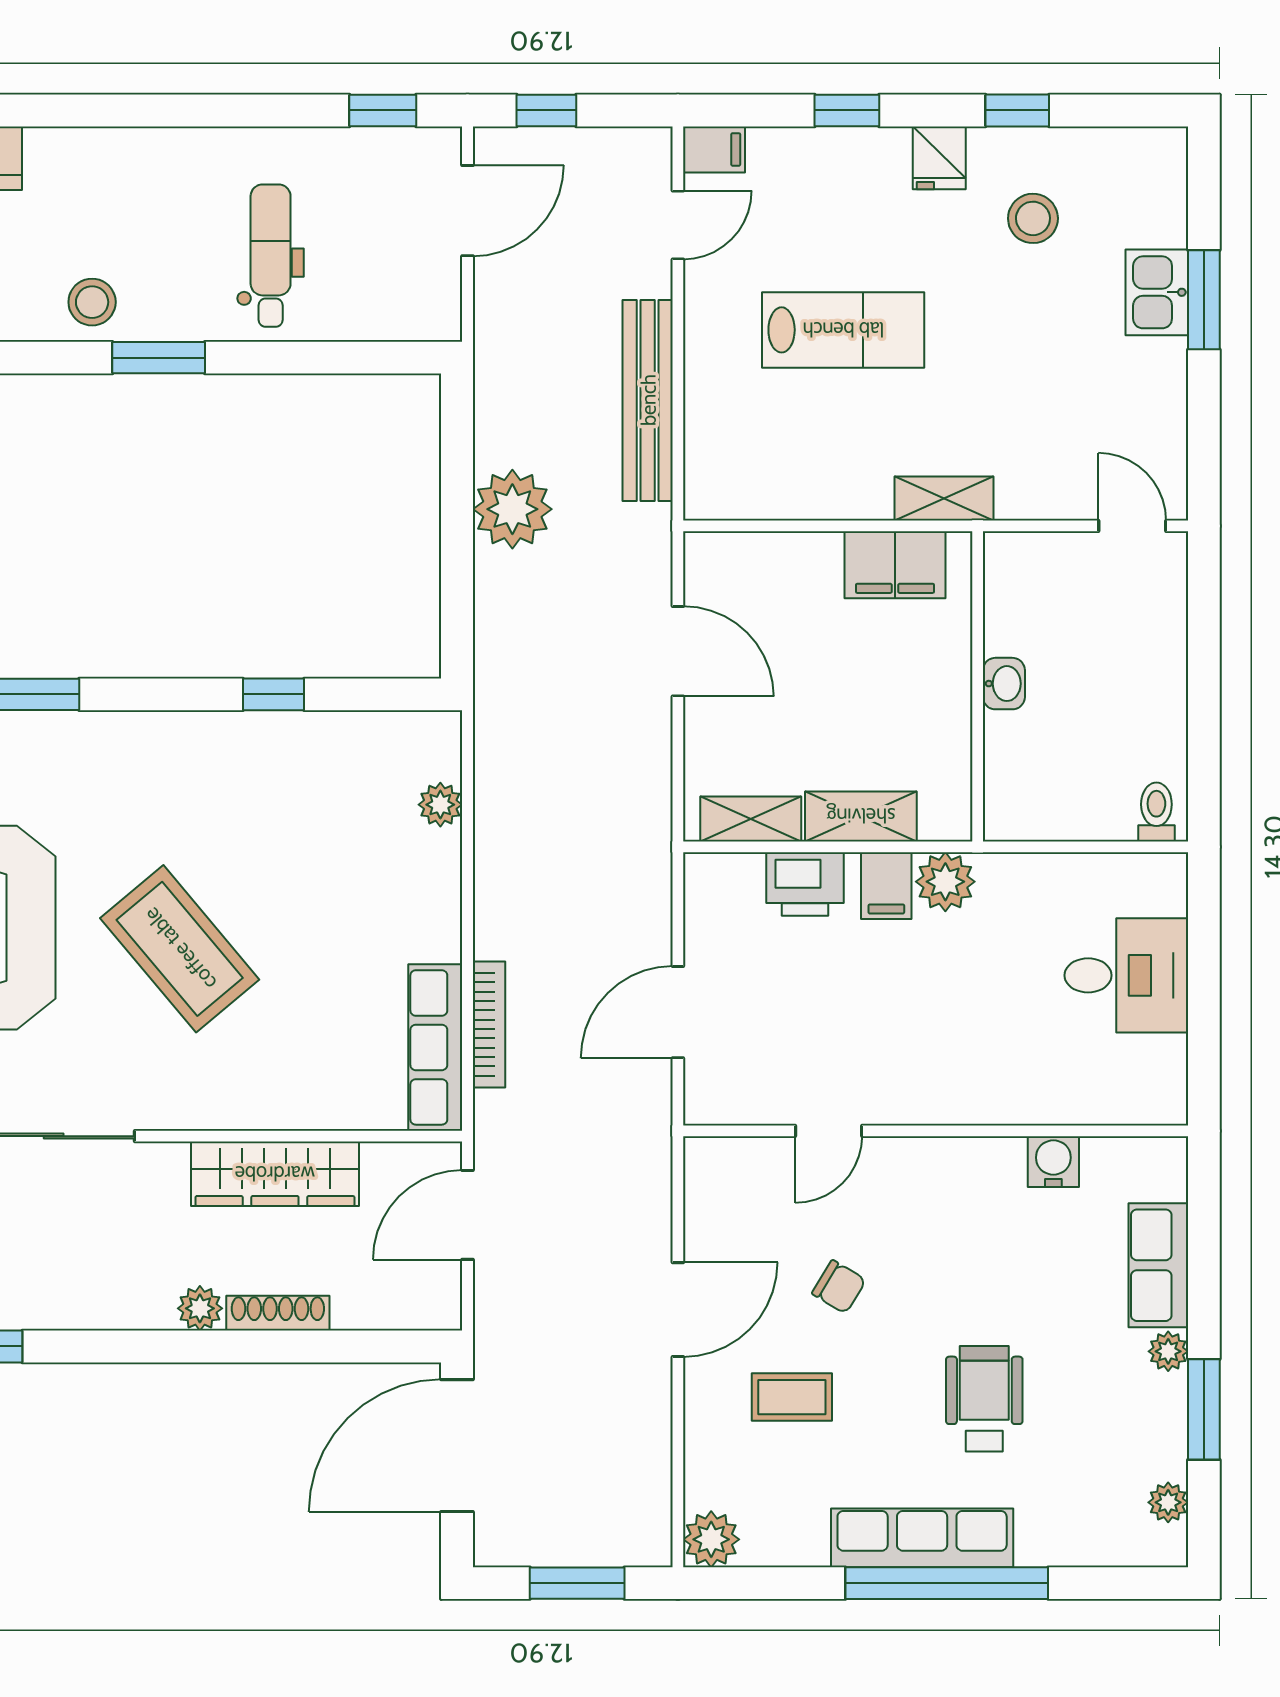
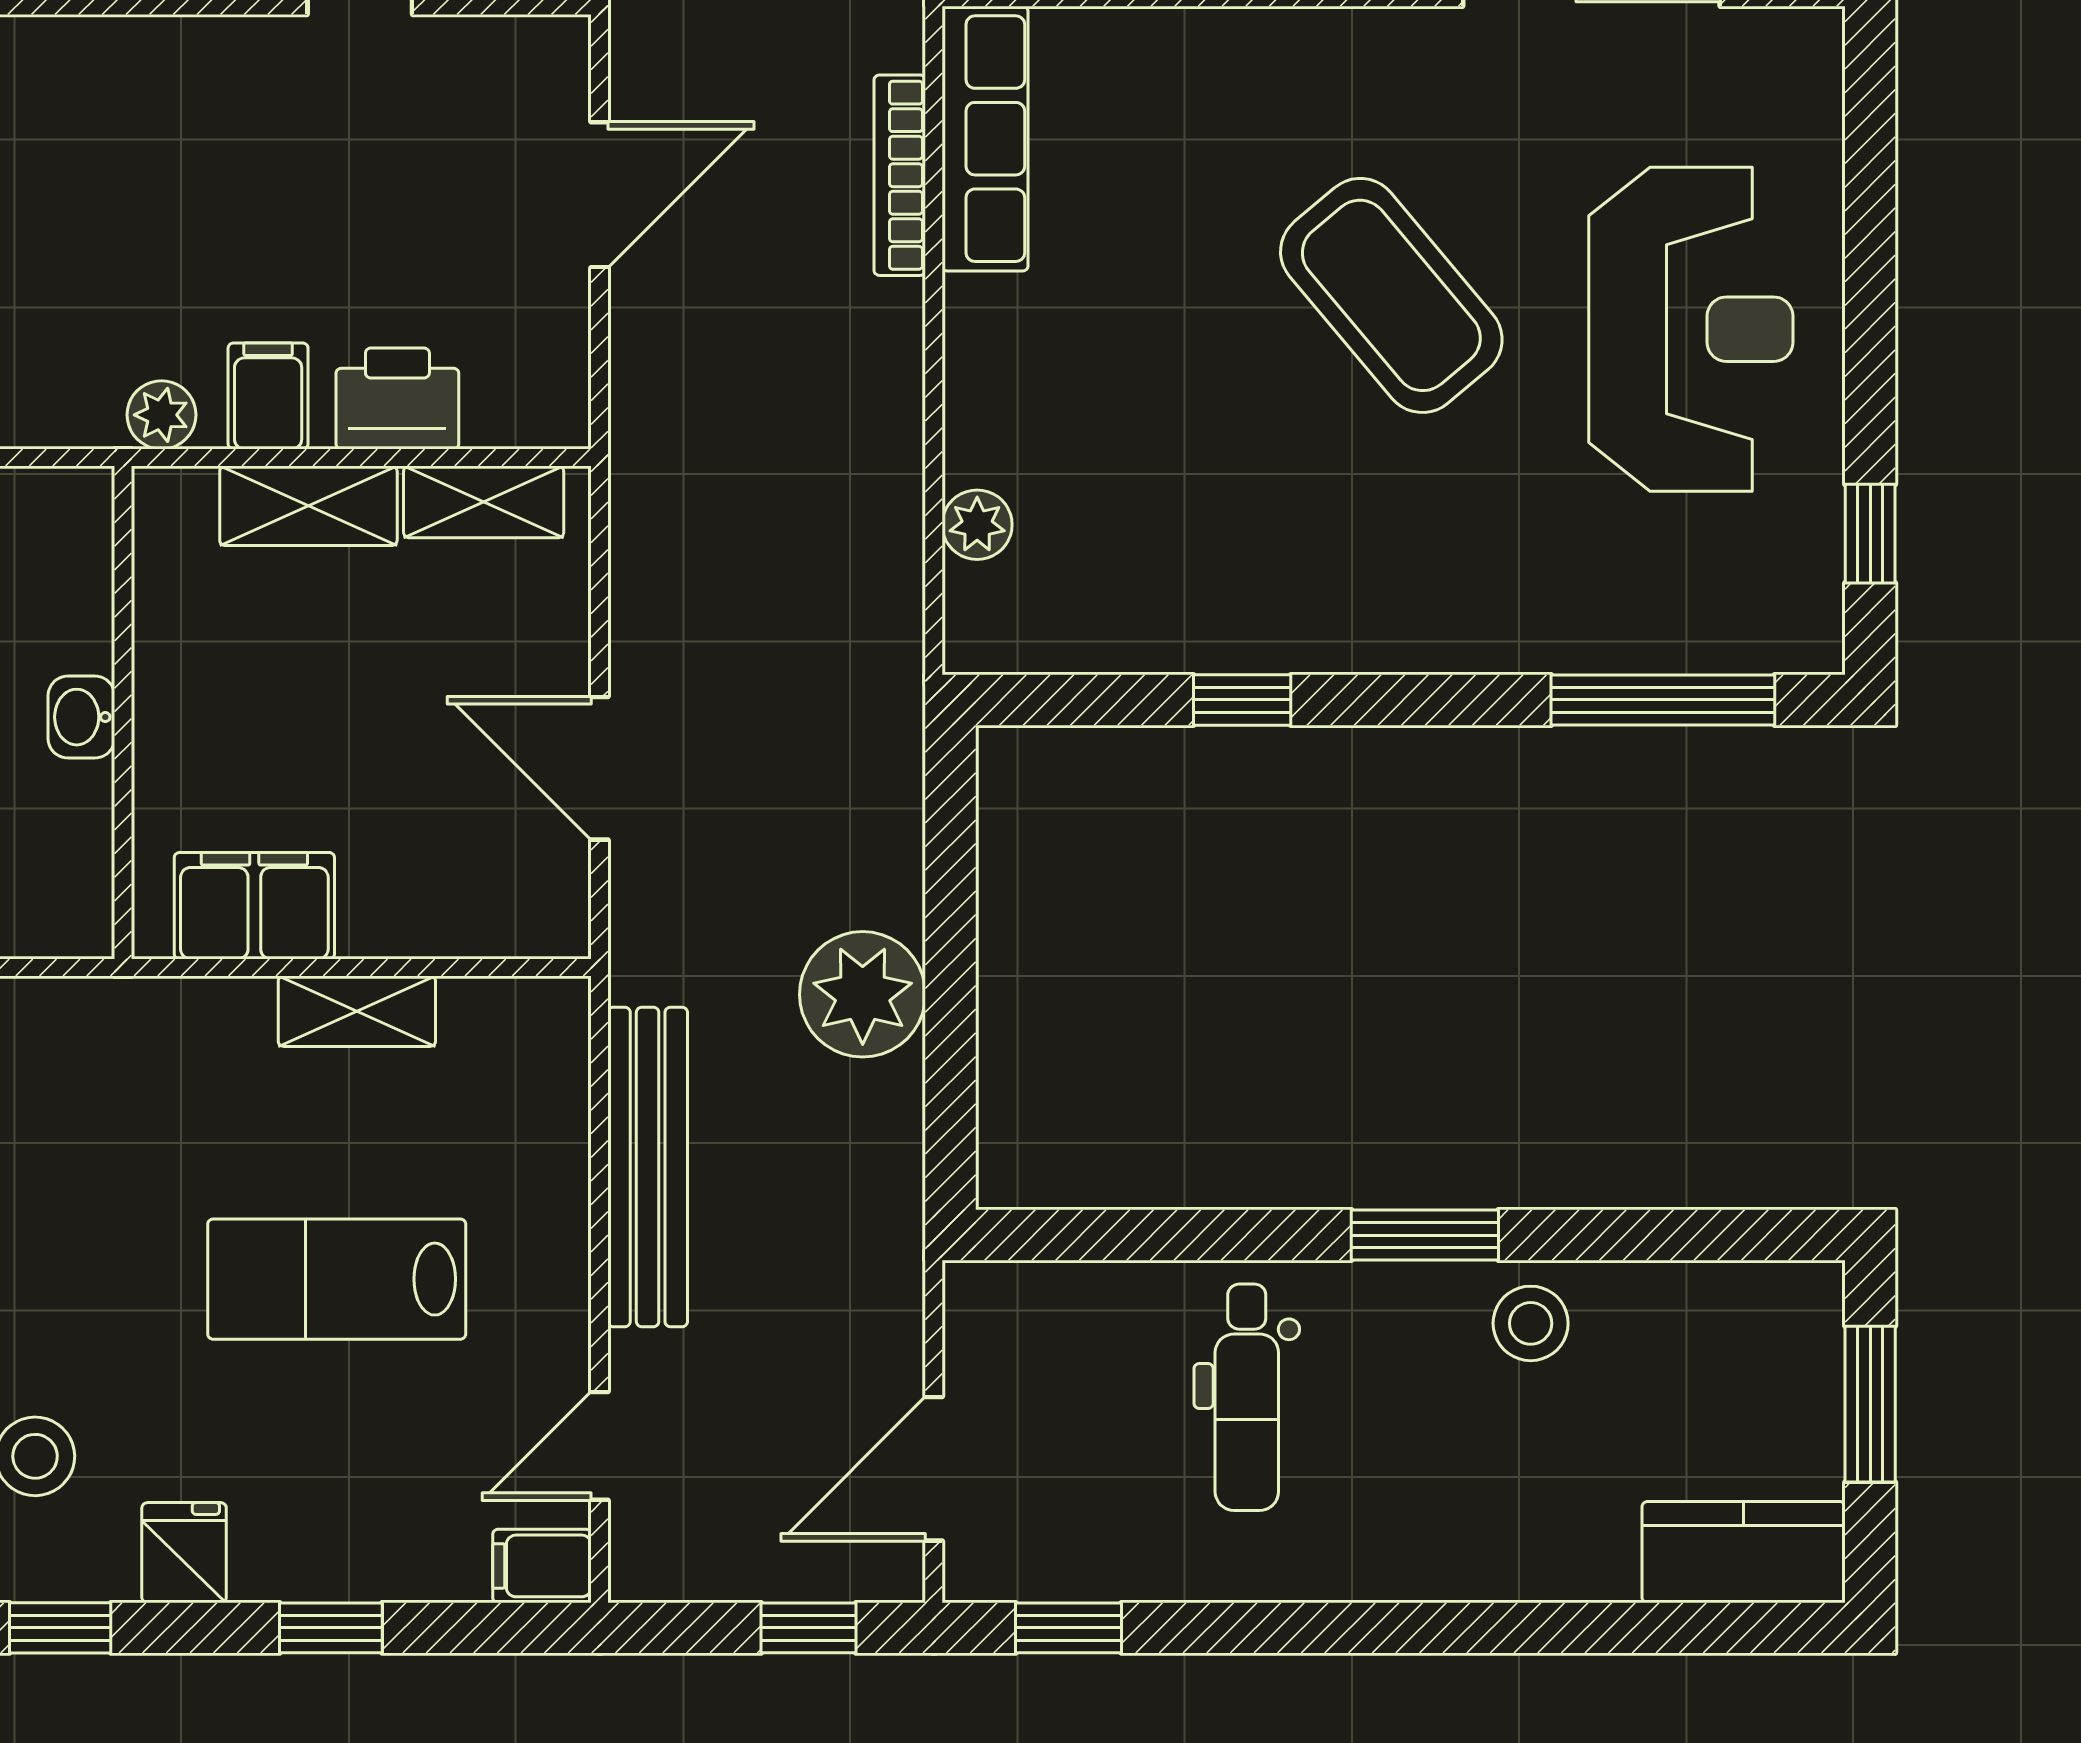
shelving: (944, 498) -> (357, 1011), moved
plant: (945, 882) -> (161, 415), width x0.73, depth x0.73

